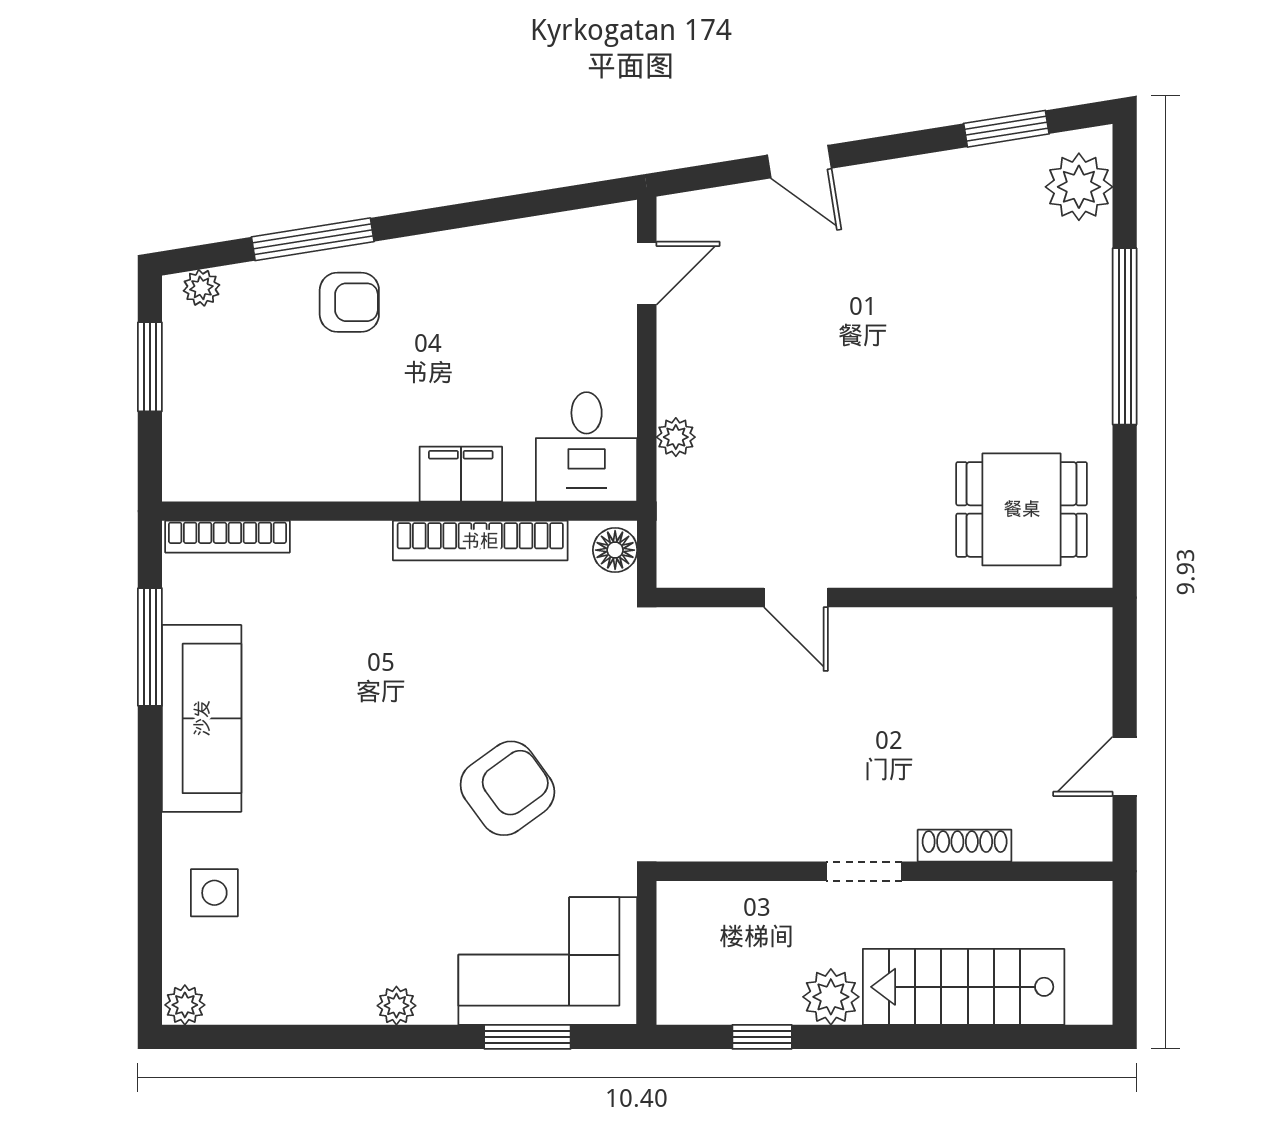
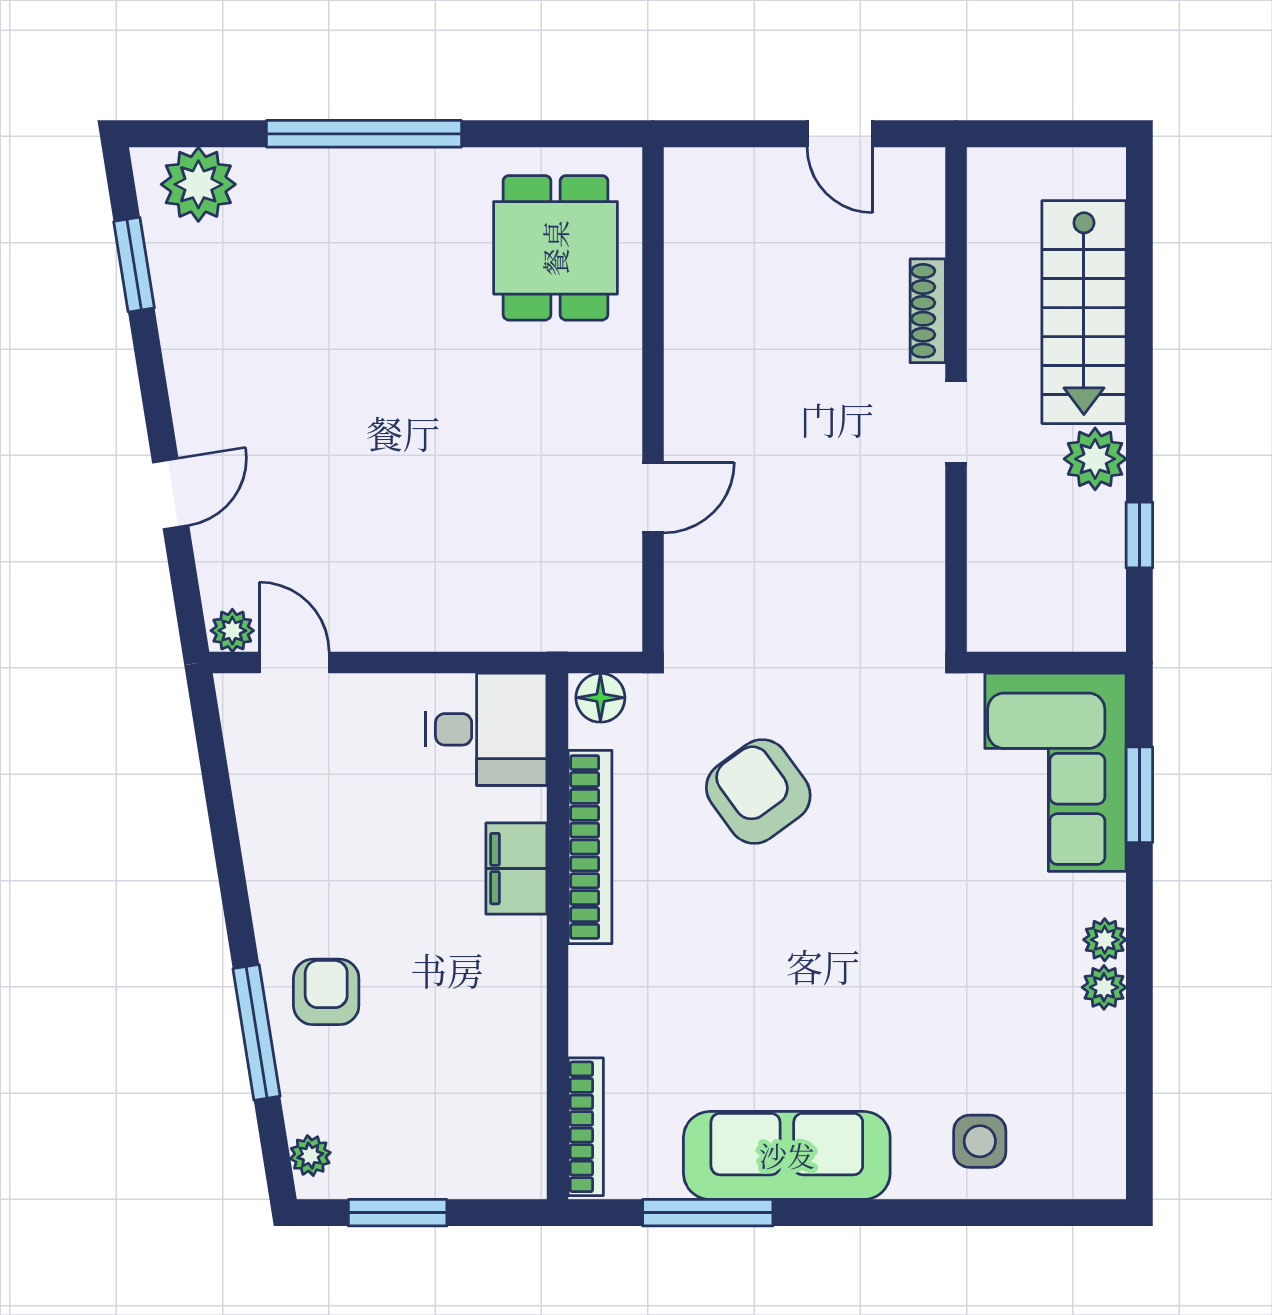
plant: (676, 437) -> (232, 631), moved
armchair: (507, 788) -> (758, 791), moved
plant: (185, 1005) -> (1104, 987), moved

